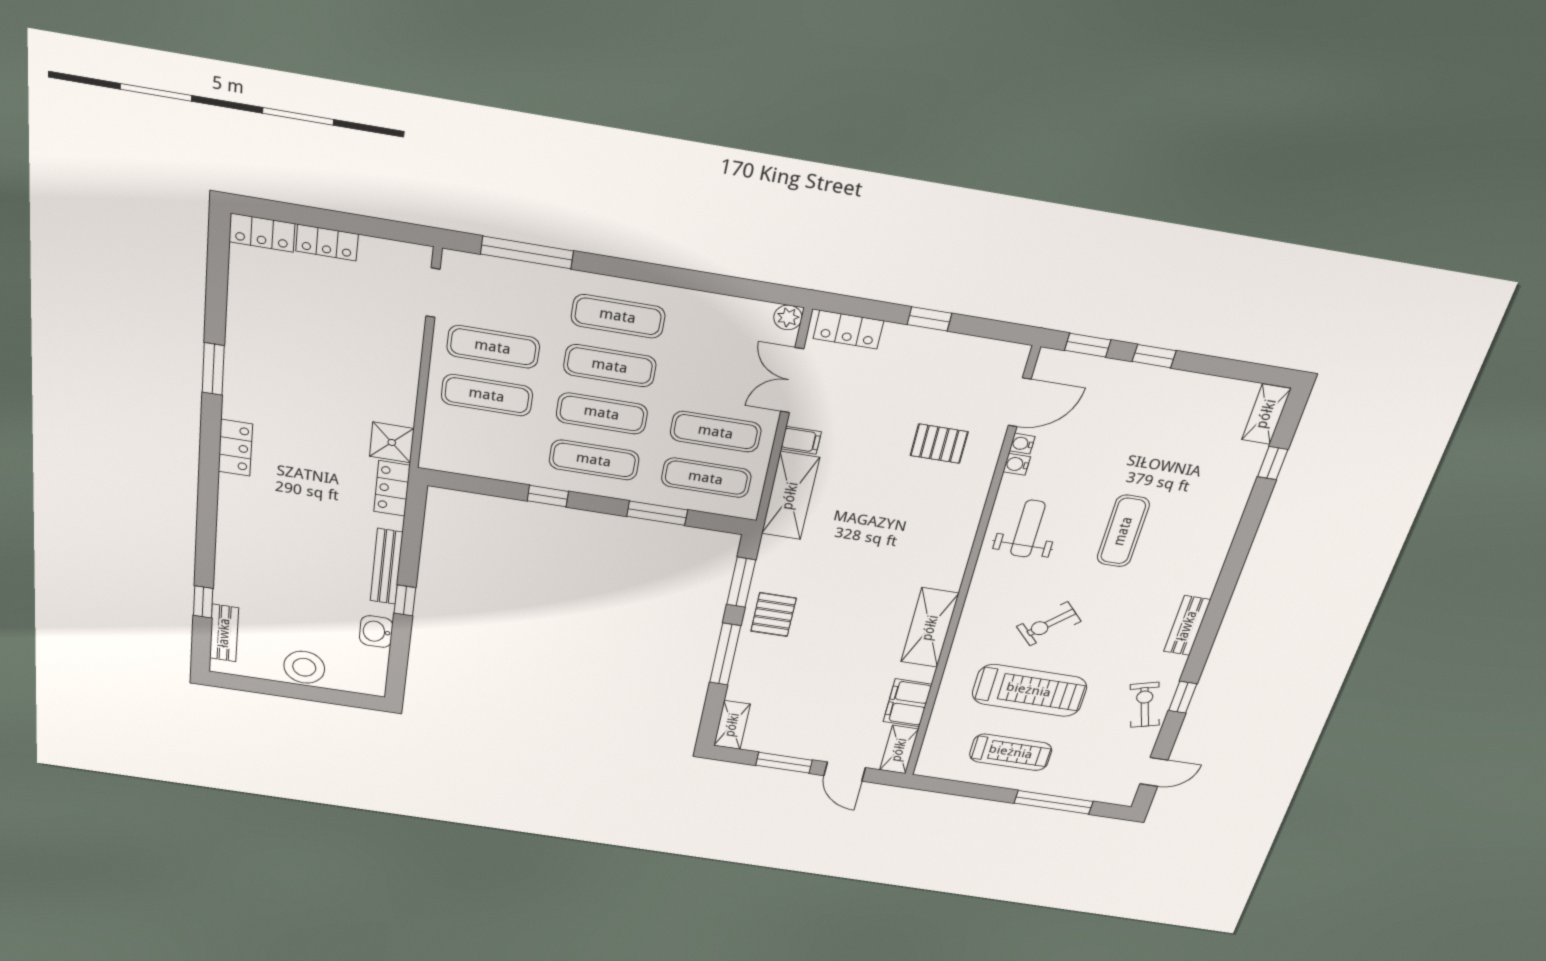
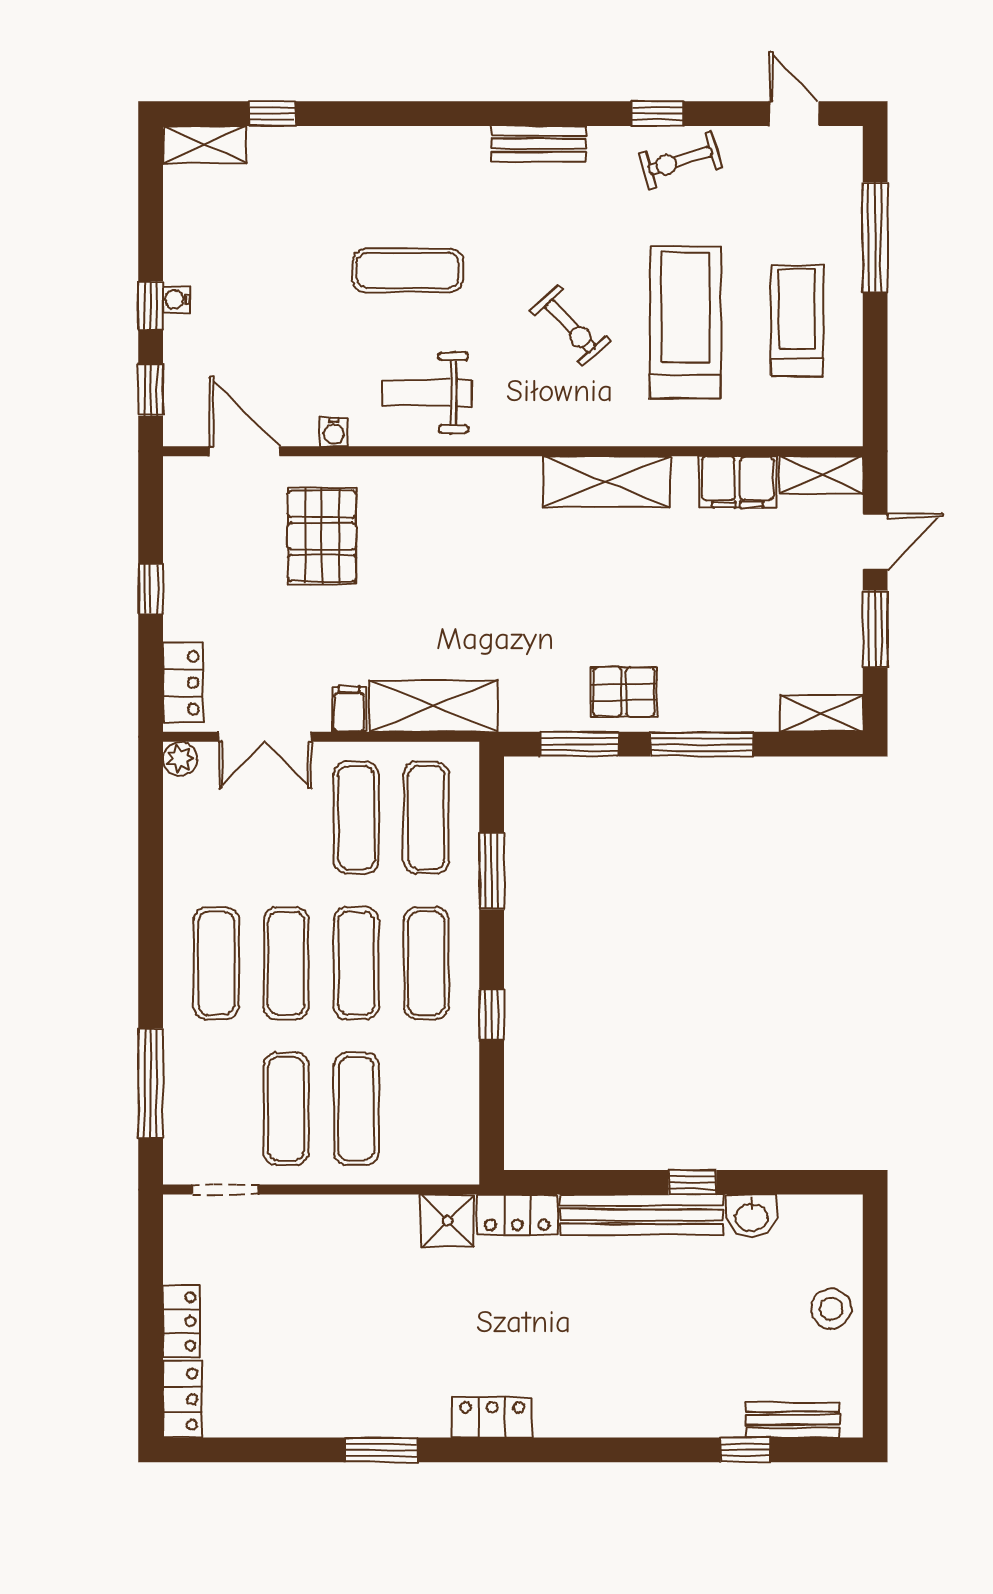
pallet: (939, 444) -> (322, 536), width x1.50, depth x1.42
water cooler: (1022, 444) -> (176, 300), moved, turned 90
bench: (387, 567) -> (642, 1215), width x1.37, depth x1.21
stool: (304, 667) -> (831, 1309), width x0.73, depth x0.73

